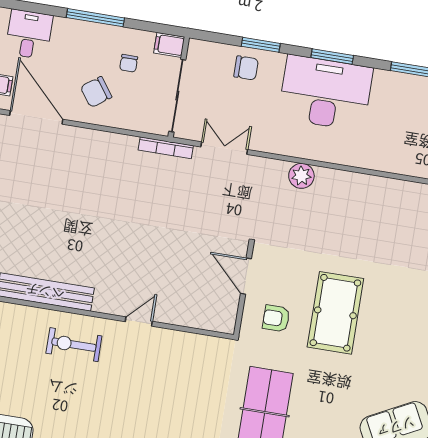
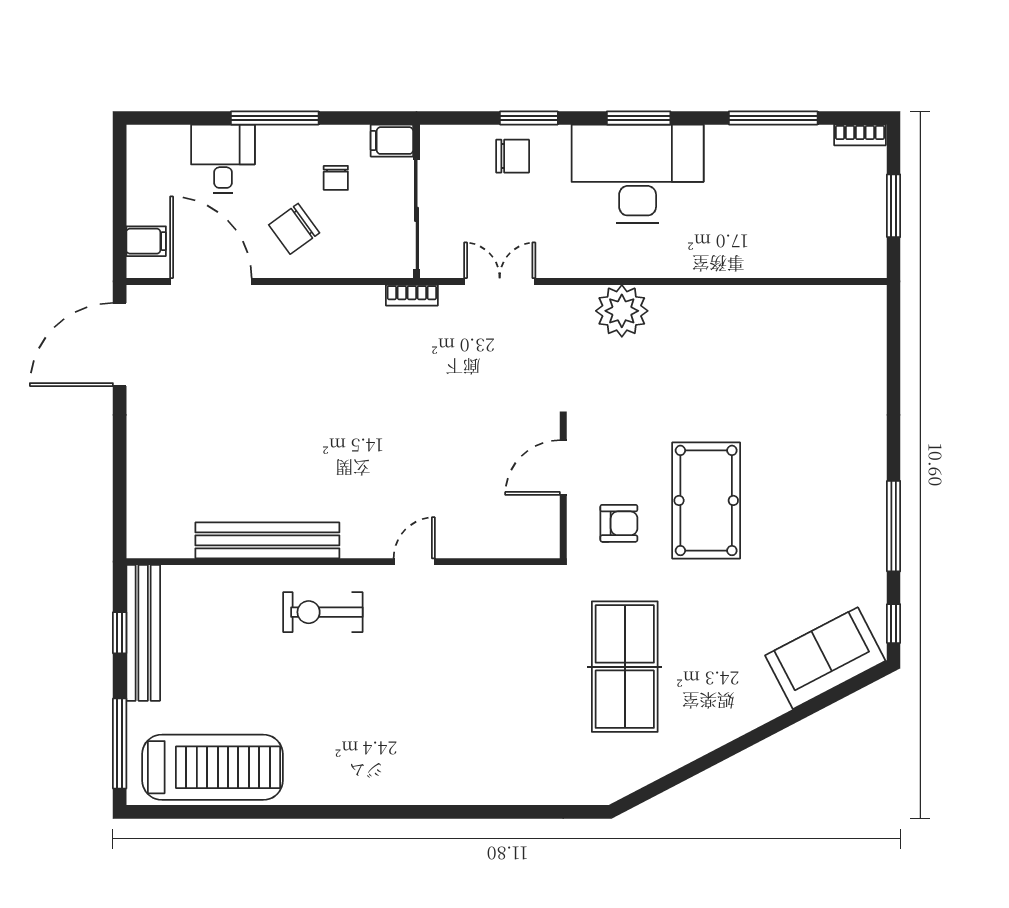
desk: (29, 34) -> (223, 159), moved
bookcase: (166, 148) -> (412, 295), width x0.64
plant: (301, 176) -> (622, 311), width x1.36, depth x1.36
door: (246, 276) -> (563, 468), hinge flipped
armchair: (276, 318) -> (619, 523), turned 180

